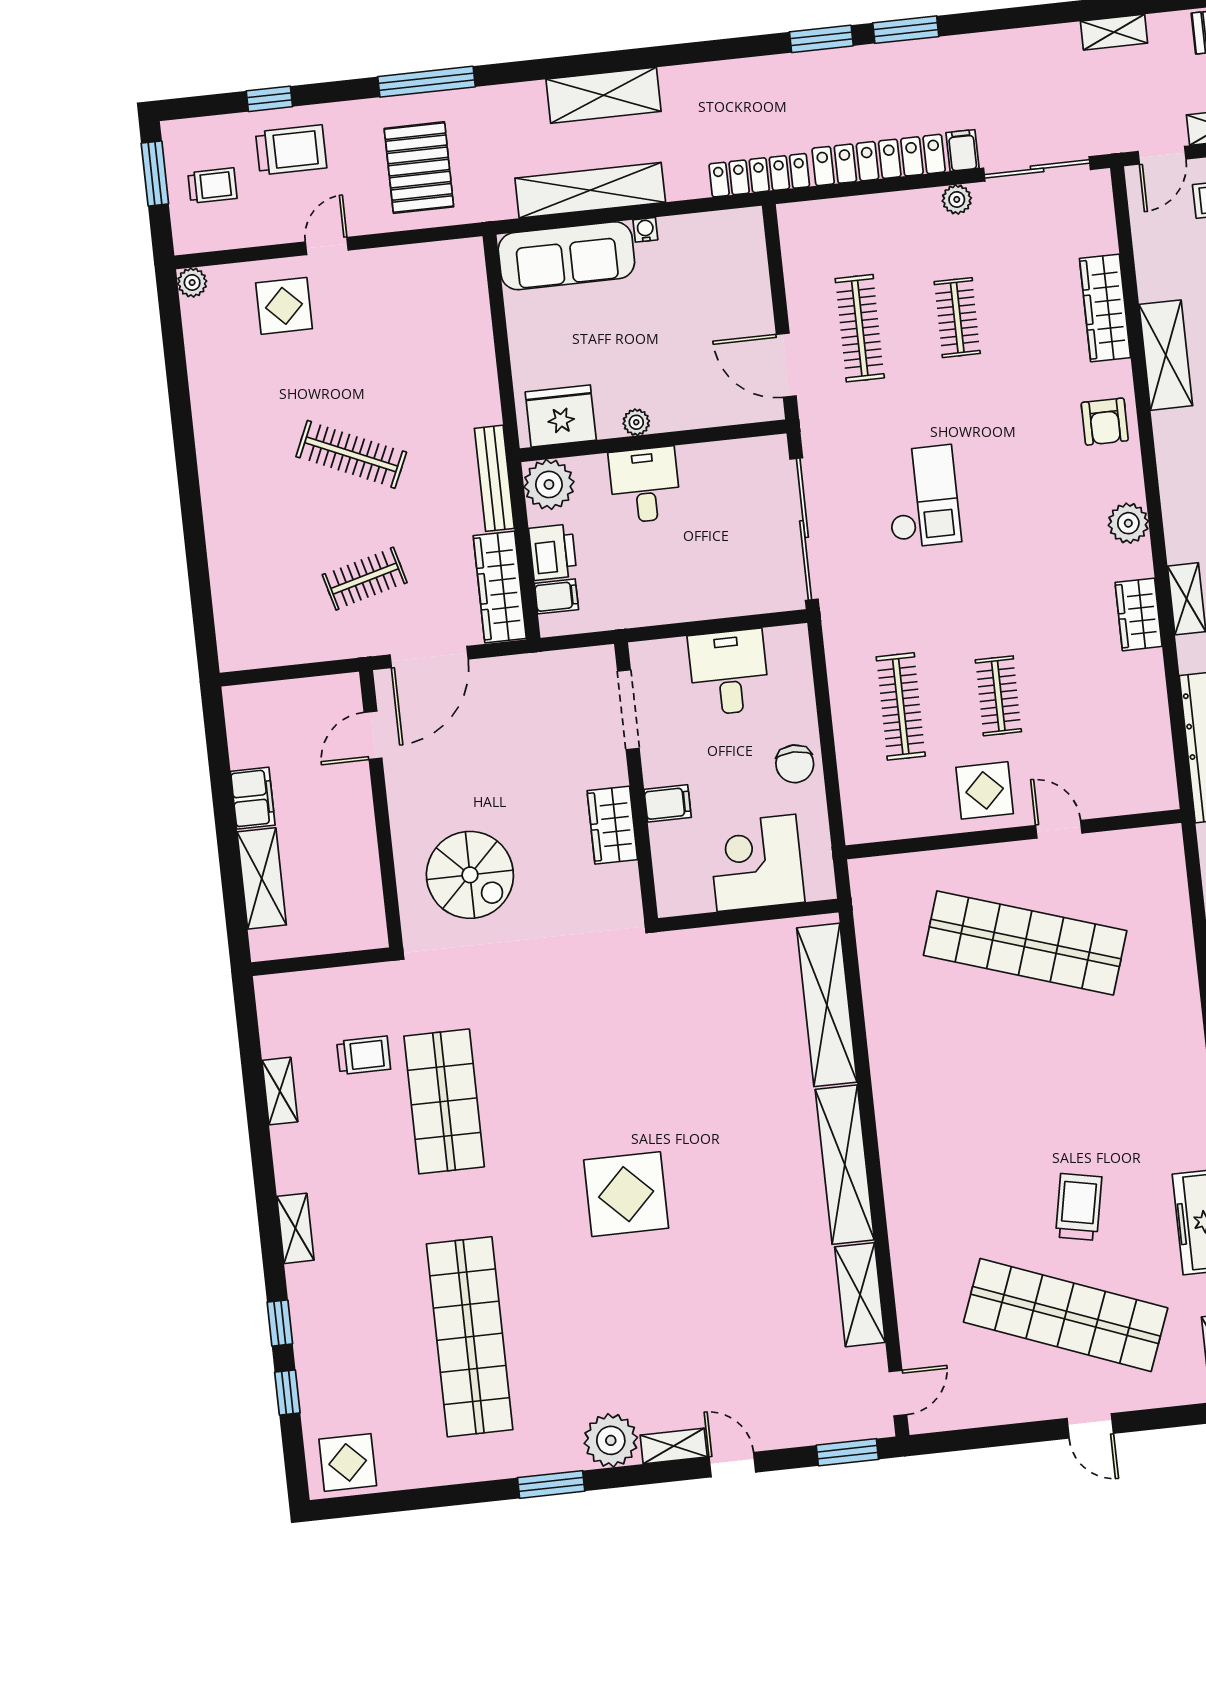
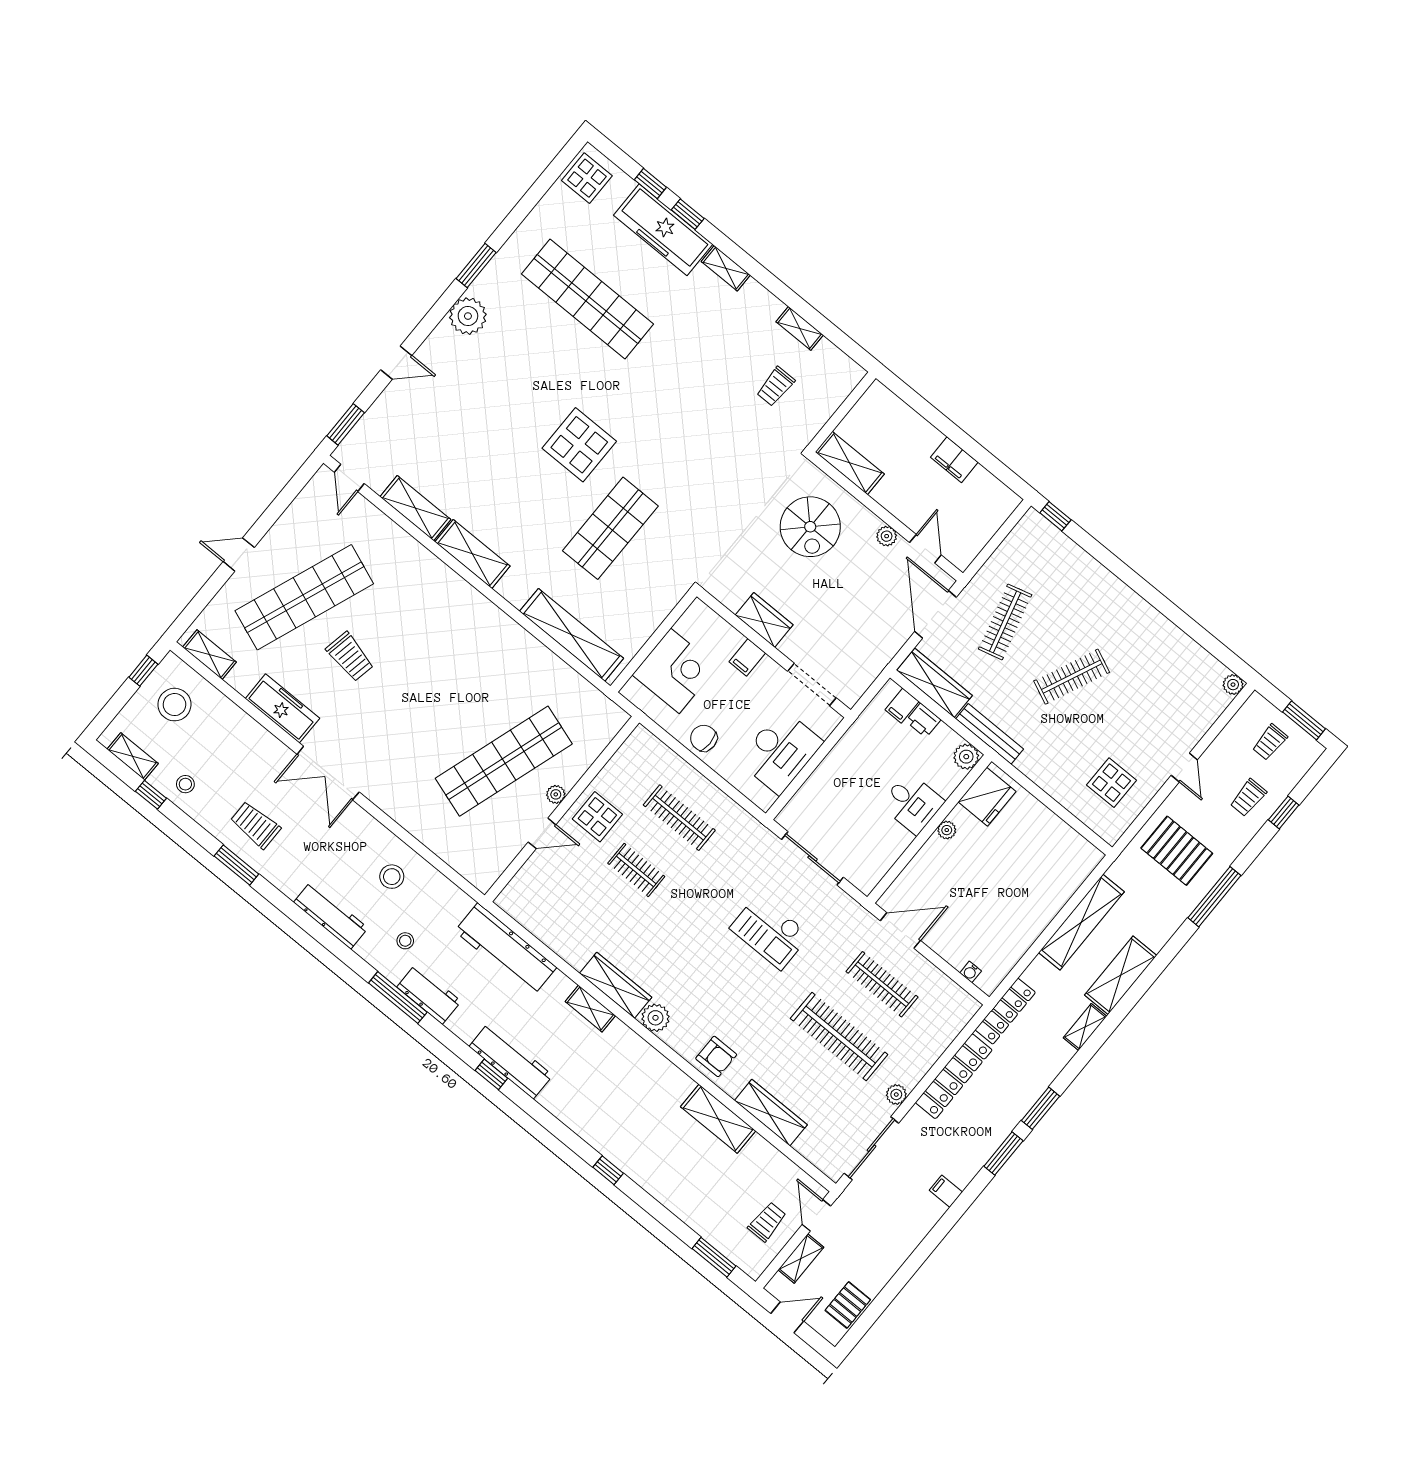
shelving: (1114, 32) -> (1085, 1027), moved
trolley: (291, 150) -> (1248, 798), width x0.73, depth x0.72
filing cabinet: (962, 150) -> (946, 1191), moved, turned 180
water cooler: (645, 230) -> (971, 972), moved, turned 90
sofa: (566, 256) -> (1061, 878), removed
display table: (284, 306) -> (1111, 783), moved
clothes rail: (957, 318) -> (839, 1037), width x1.86, depth x1.31
armchair: (1105, 422) -> (716, 1056), turned 180
plant: (549, 484) -> (966, 757), width x0.73, depth x0.73
sliding door: (804, 529) -> (812, 858), width x0.73
printer: (553, 552) -> (923, 720), width x0.73, depth x0.81
clothes rail: (365, 579) -> (1005, 622), width x1.36
wardrobe: (1139, 614) -> (616, 985), width x1.50
window: (205, 637) -> (1055, 516), added
desk: (729, 672) -> (780, 751), width x1.37
plant: (400, 788) -> (887, 536), added
plant: (1005, 856) -> (556, 794), added
spiral stairs: (470, 875) -> (810, 527), turned -90
shelving: (262, 878) -> (850, 463), moved
shop shelf: (444, 1101) -> (610, 528), moved, turned 90
shelving: (845, 1165) -> (472, 554), width x0.68
freezer: (321, 1332) -> (663, 230), added
shelving: (674, 1446) -> (434, 344), removed

